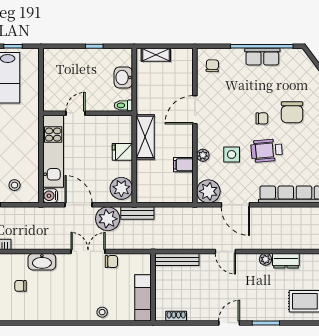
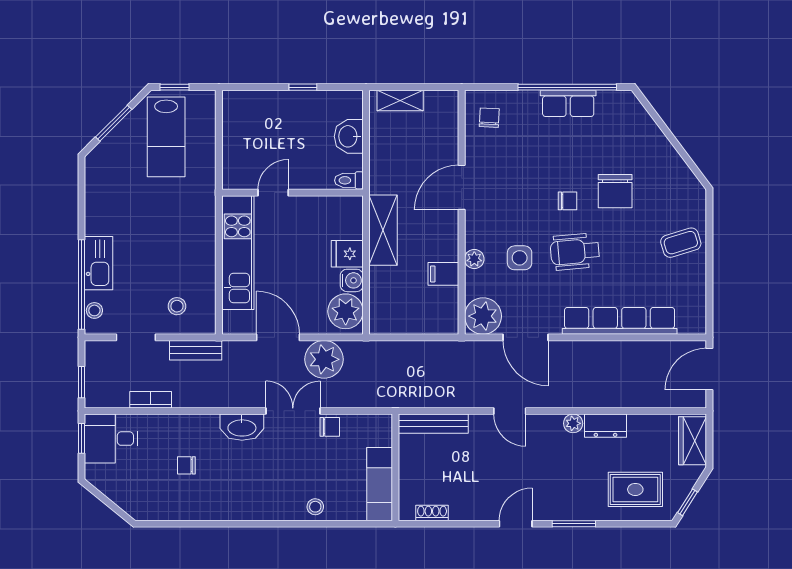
water cooler: (50, 196) -> (352, 280), moved, turned 180
bench: (137, 213) -> (196, 350), moved
washbasin: (42, 262) -> (242, 427), moved

